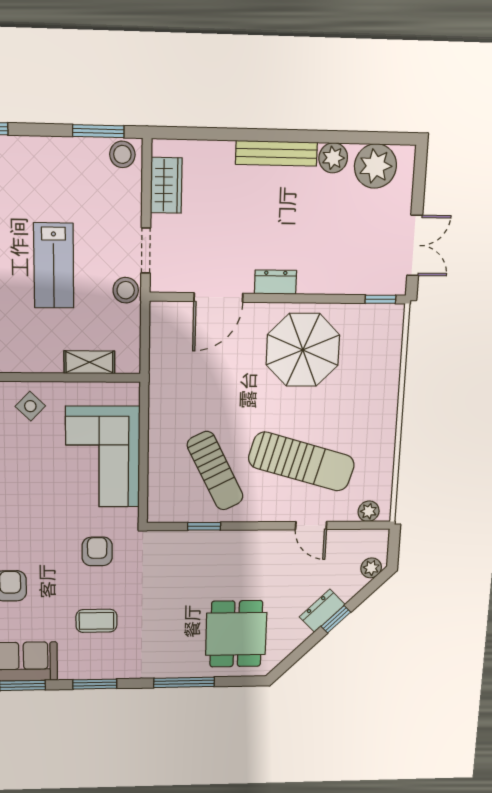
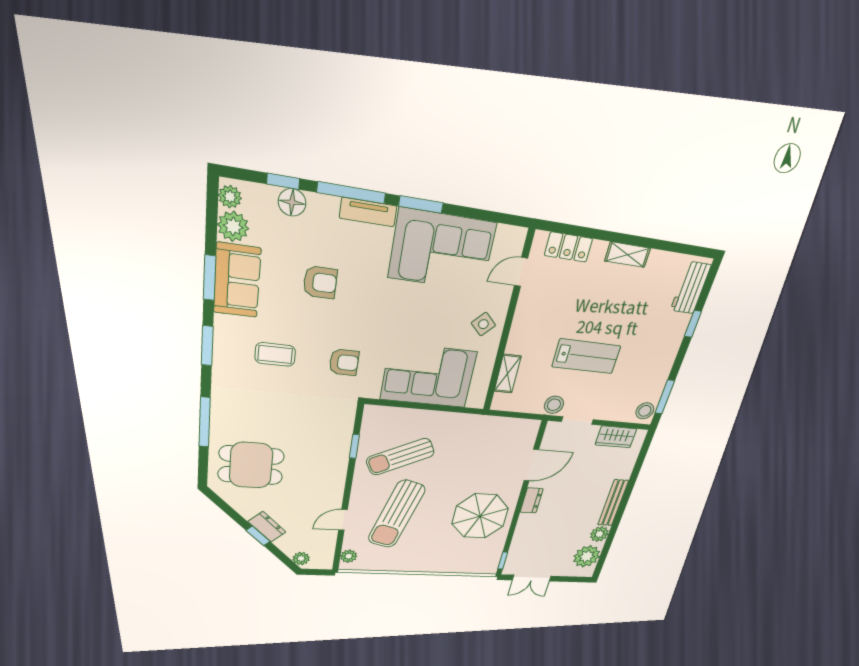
lab bench: (54, 266) -> (586, 356), turned 180
door: (218, 297) -> (531, 465), swing flipped
coffee table: (96, 621) -> (275, 354), turned 90

